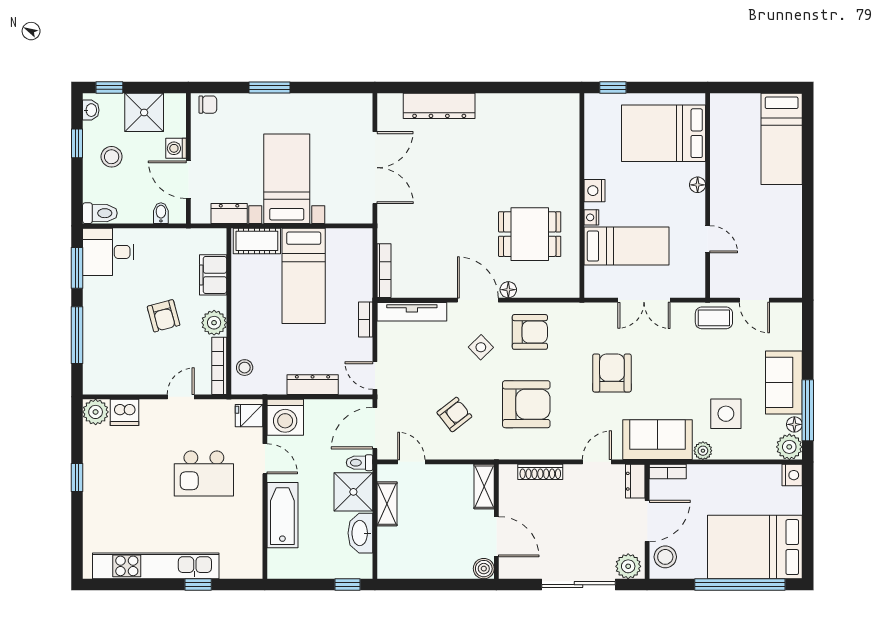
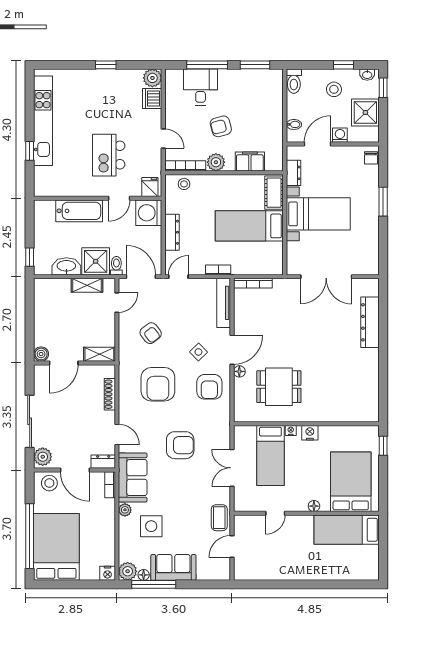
bed: (782, 139) -> (347, 530), moved
dining table: (530, 234) -> (279, 387), turned 90
desk: (108, 252) -> (201, 87), moved

